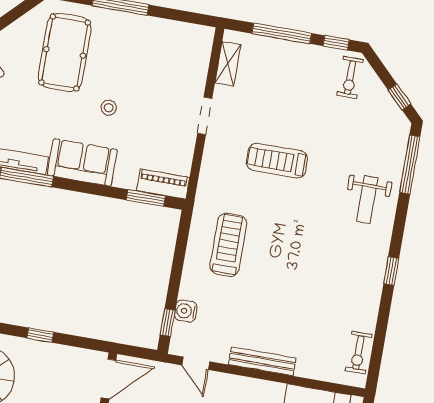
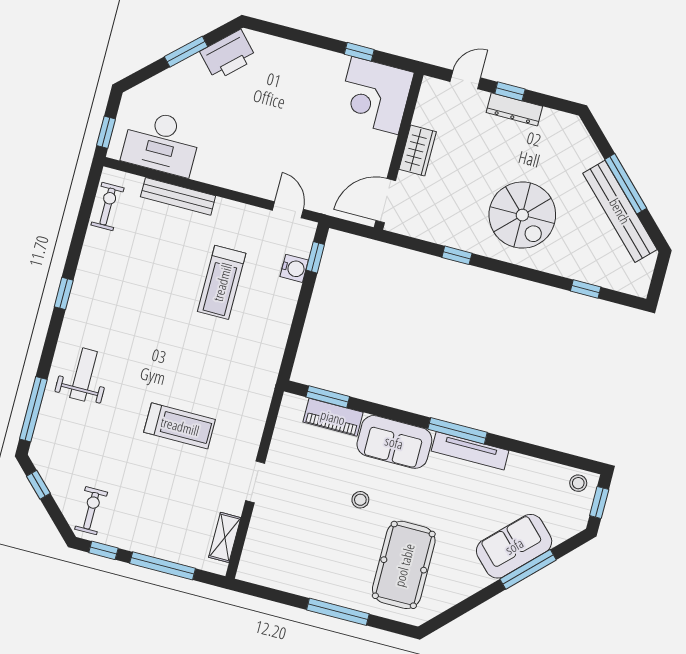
piano: (163, 184) -> (333, 417), moved
treadmill: (228, 245) -> (222, 282), moved
bench: (262, 361) -> (178, 196), moved

